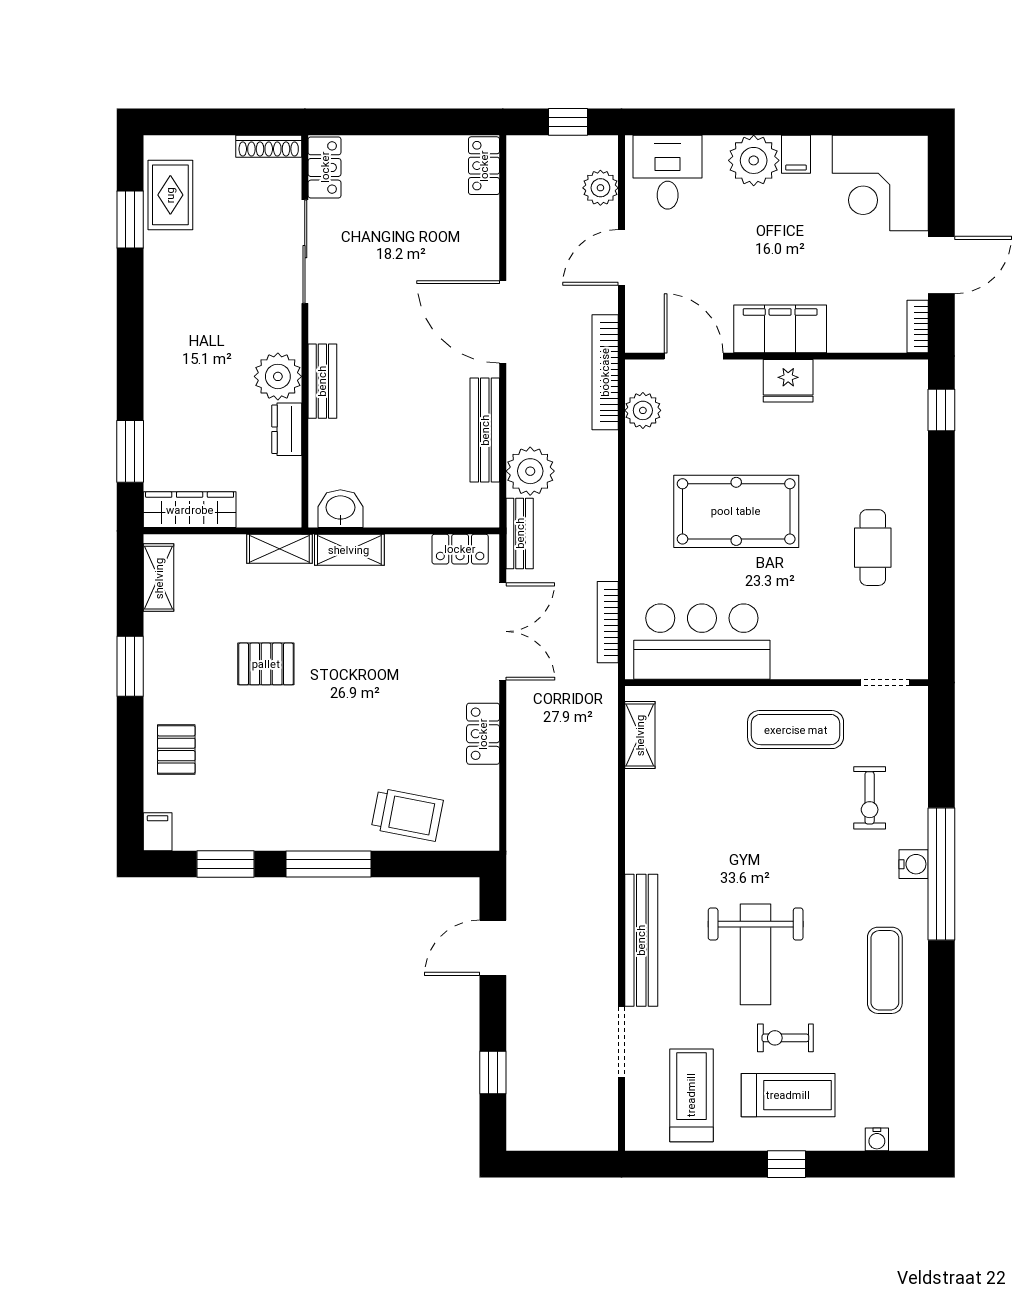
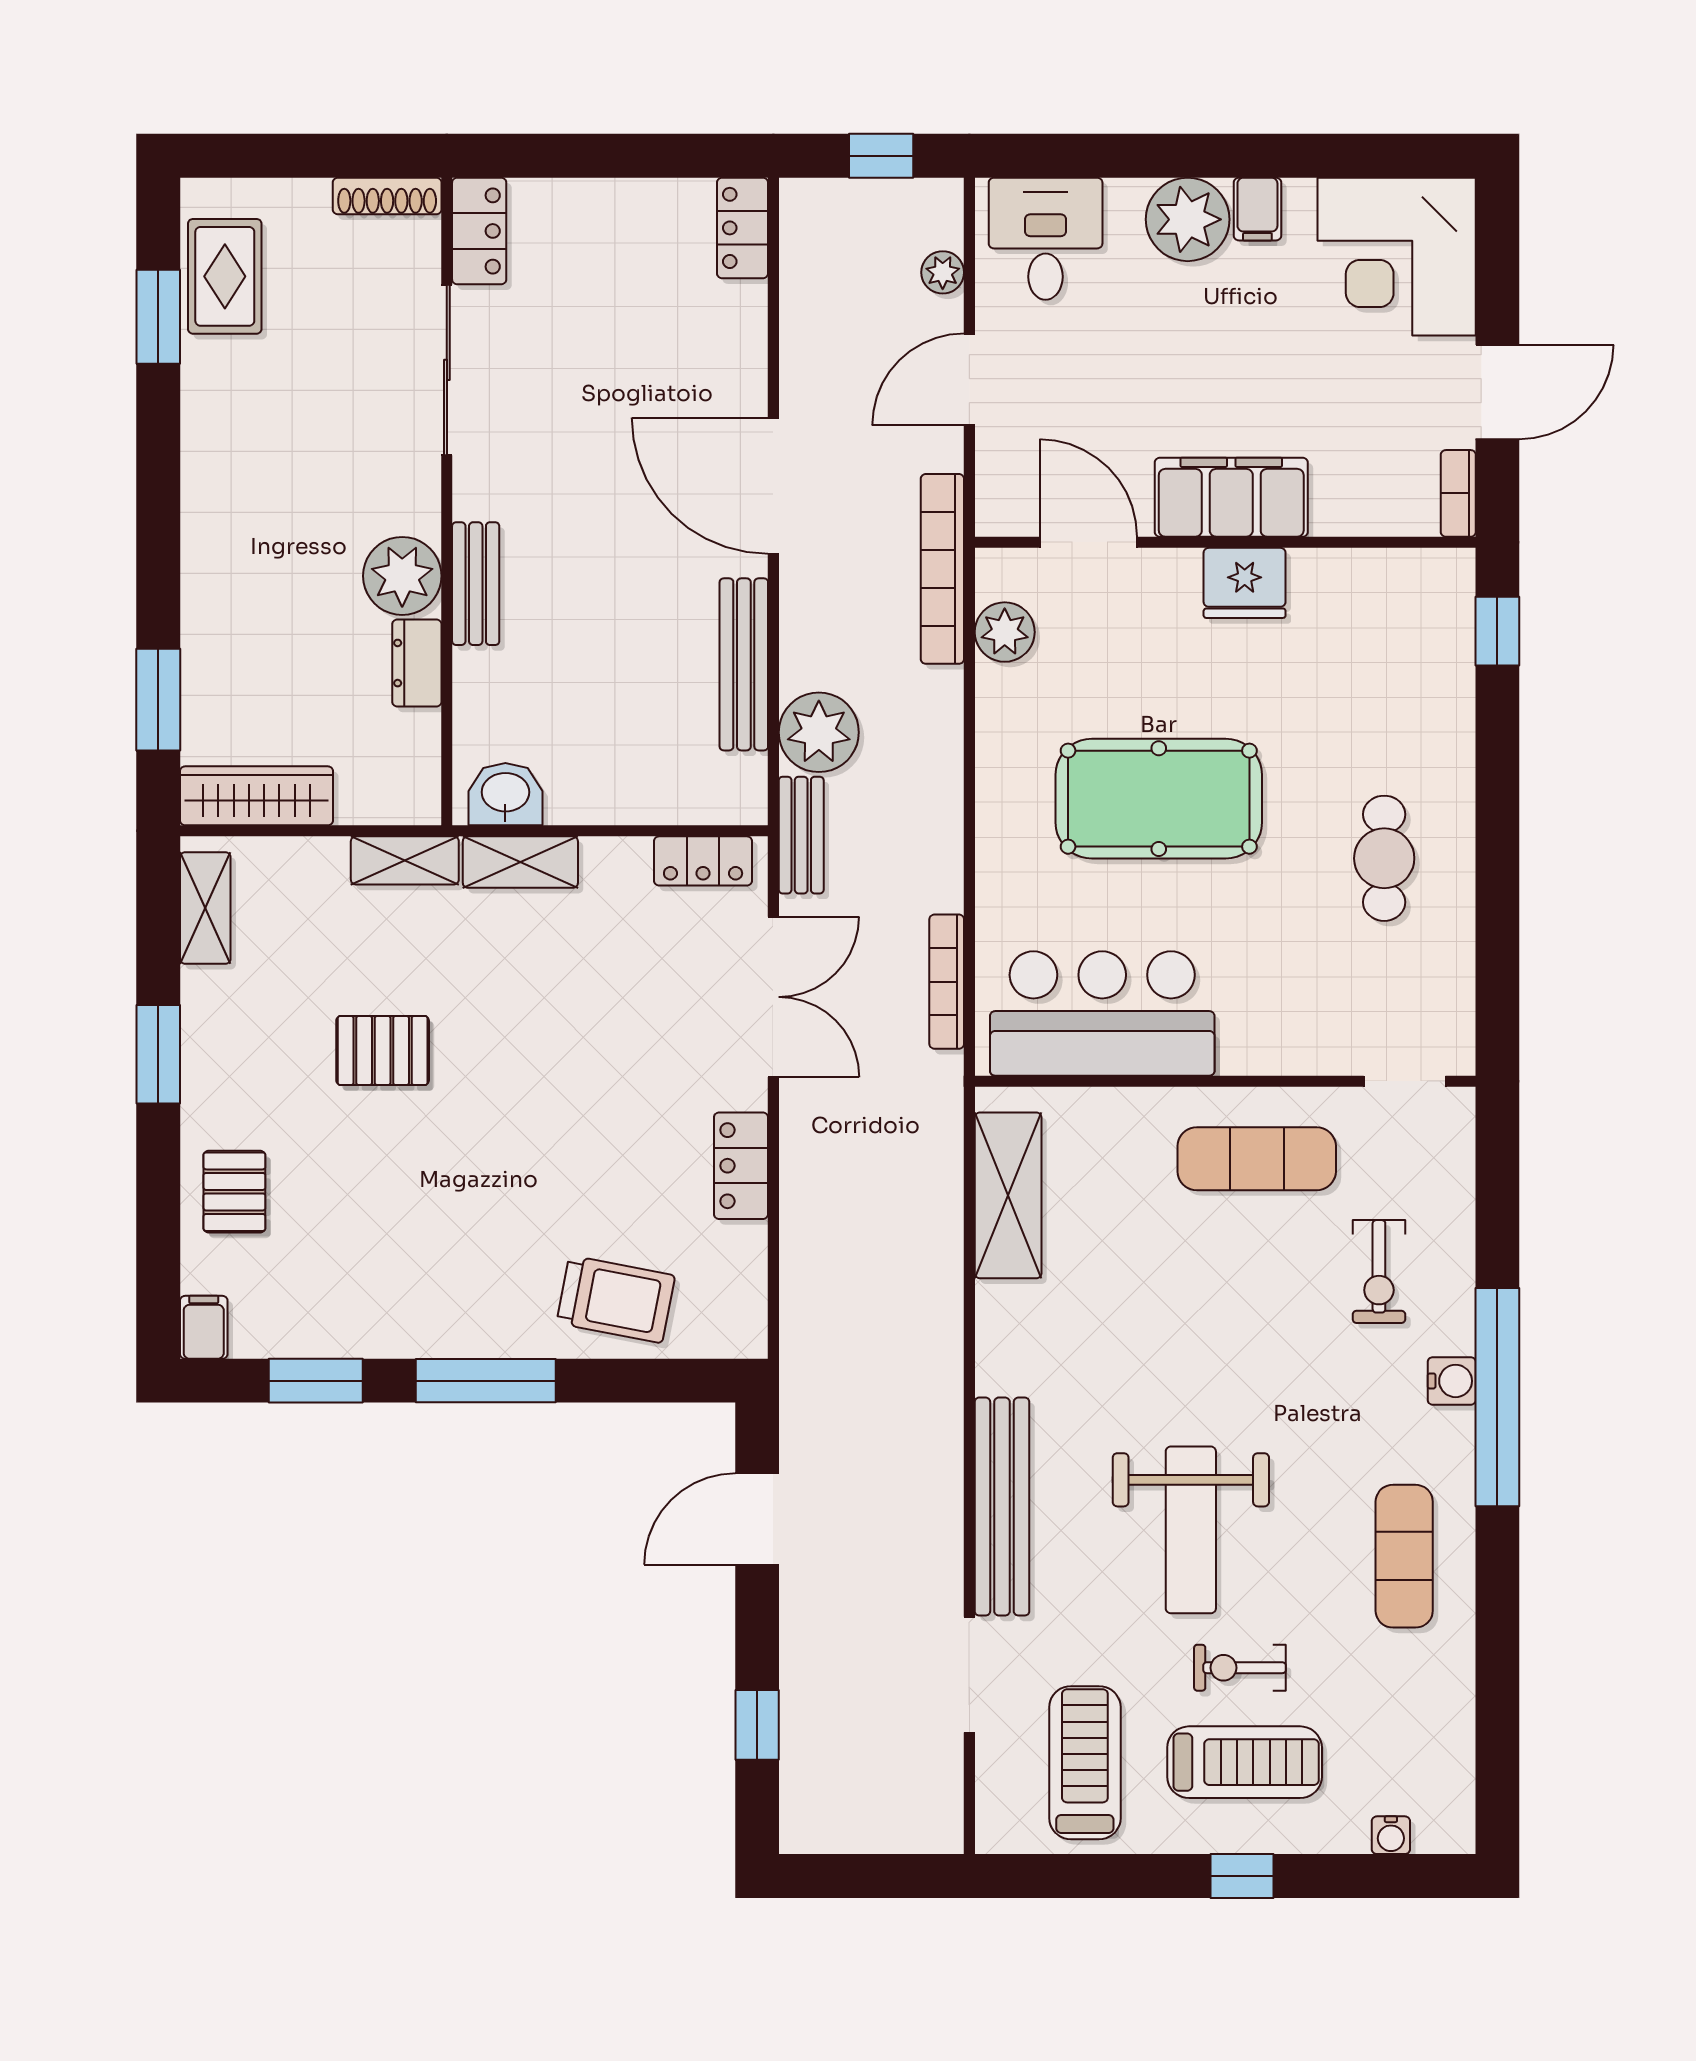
plant: (600, 188) -> (943, 272), width x0.73, depth x0.73
shelving: (640, 735) -> (1008, 1195), width x1.50, depth x1.33

